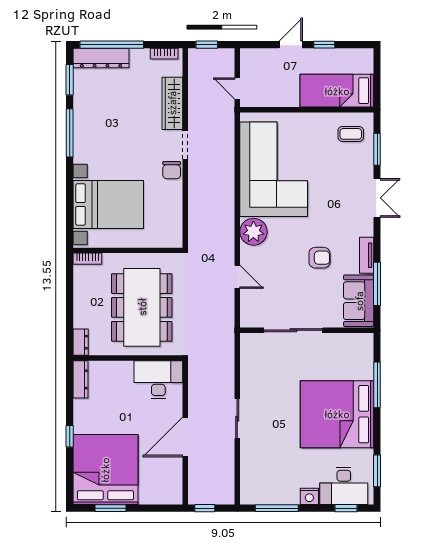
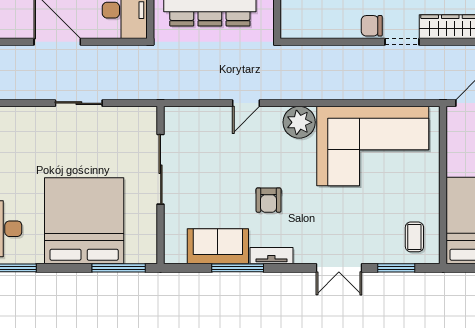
sliding door: (293, 330) -> (161, 169), moved
wall: (307, 330) -> (161, 185), moved

